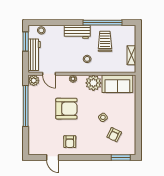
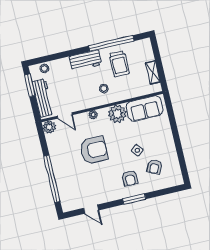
trolley: (105, 41) -> (119, 64), turned 180
window: (26, 106) -> (52, 179), moved
armchair: (70, 142) -> (130, 178), moved
window: (121, 158) -> (134, 199), moved

